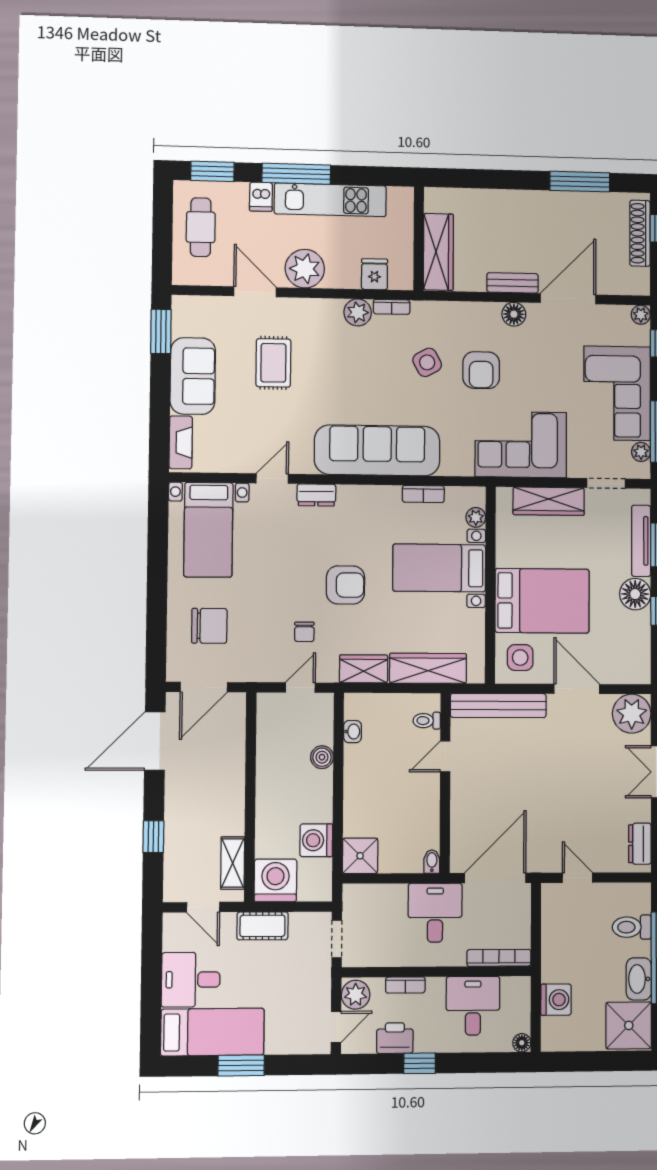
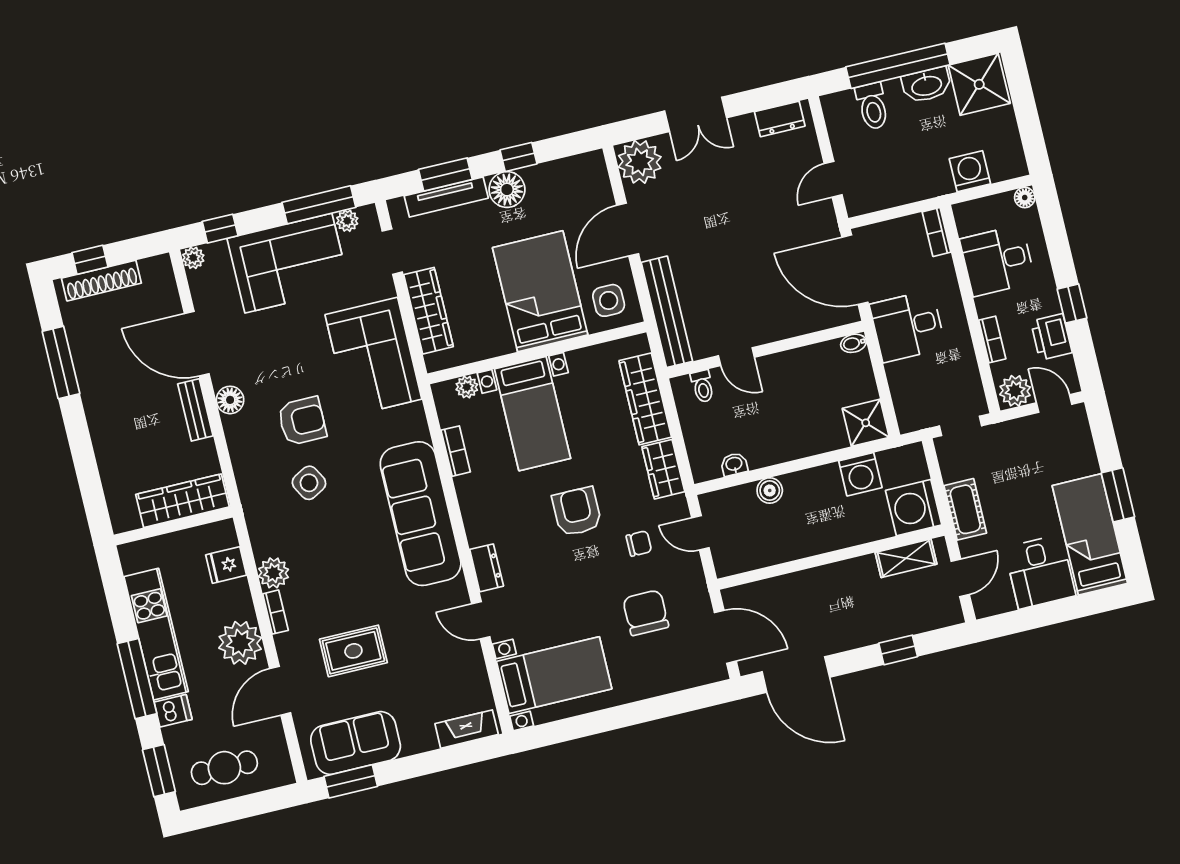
bookcase: (392, 307) -> (275, 612), moved
sofa: (193, 376) -> (356, 743), moved
chair: (209, 626) -> (646, 613), moved
bookcase: (499, 958) -> (937, 232), width x0.64

